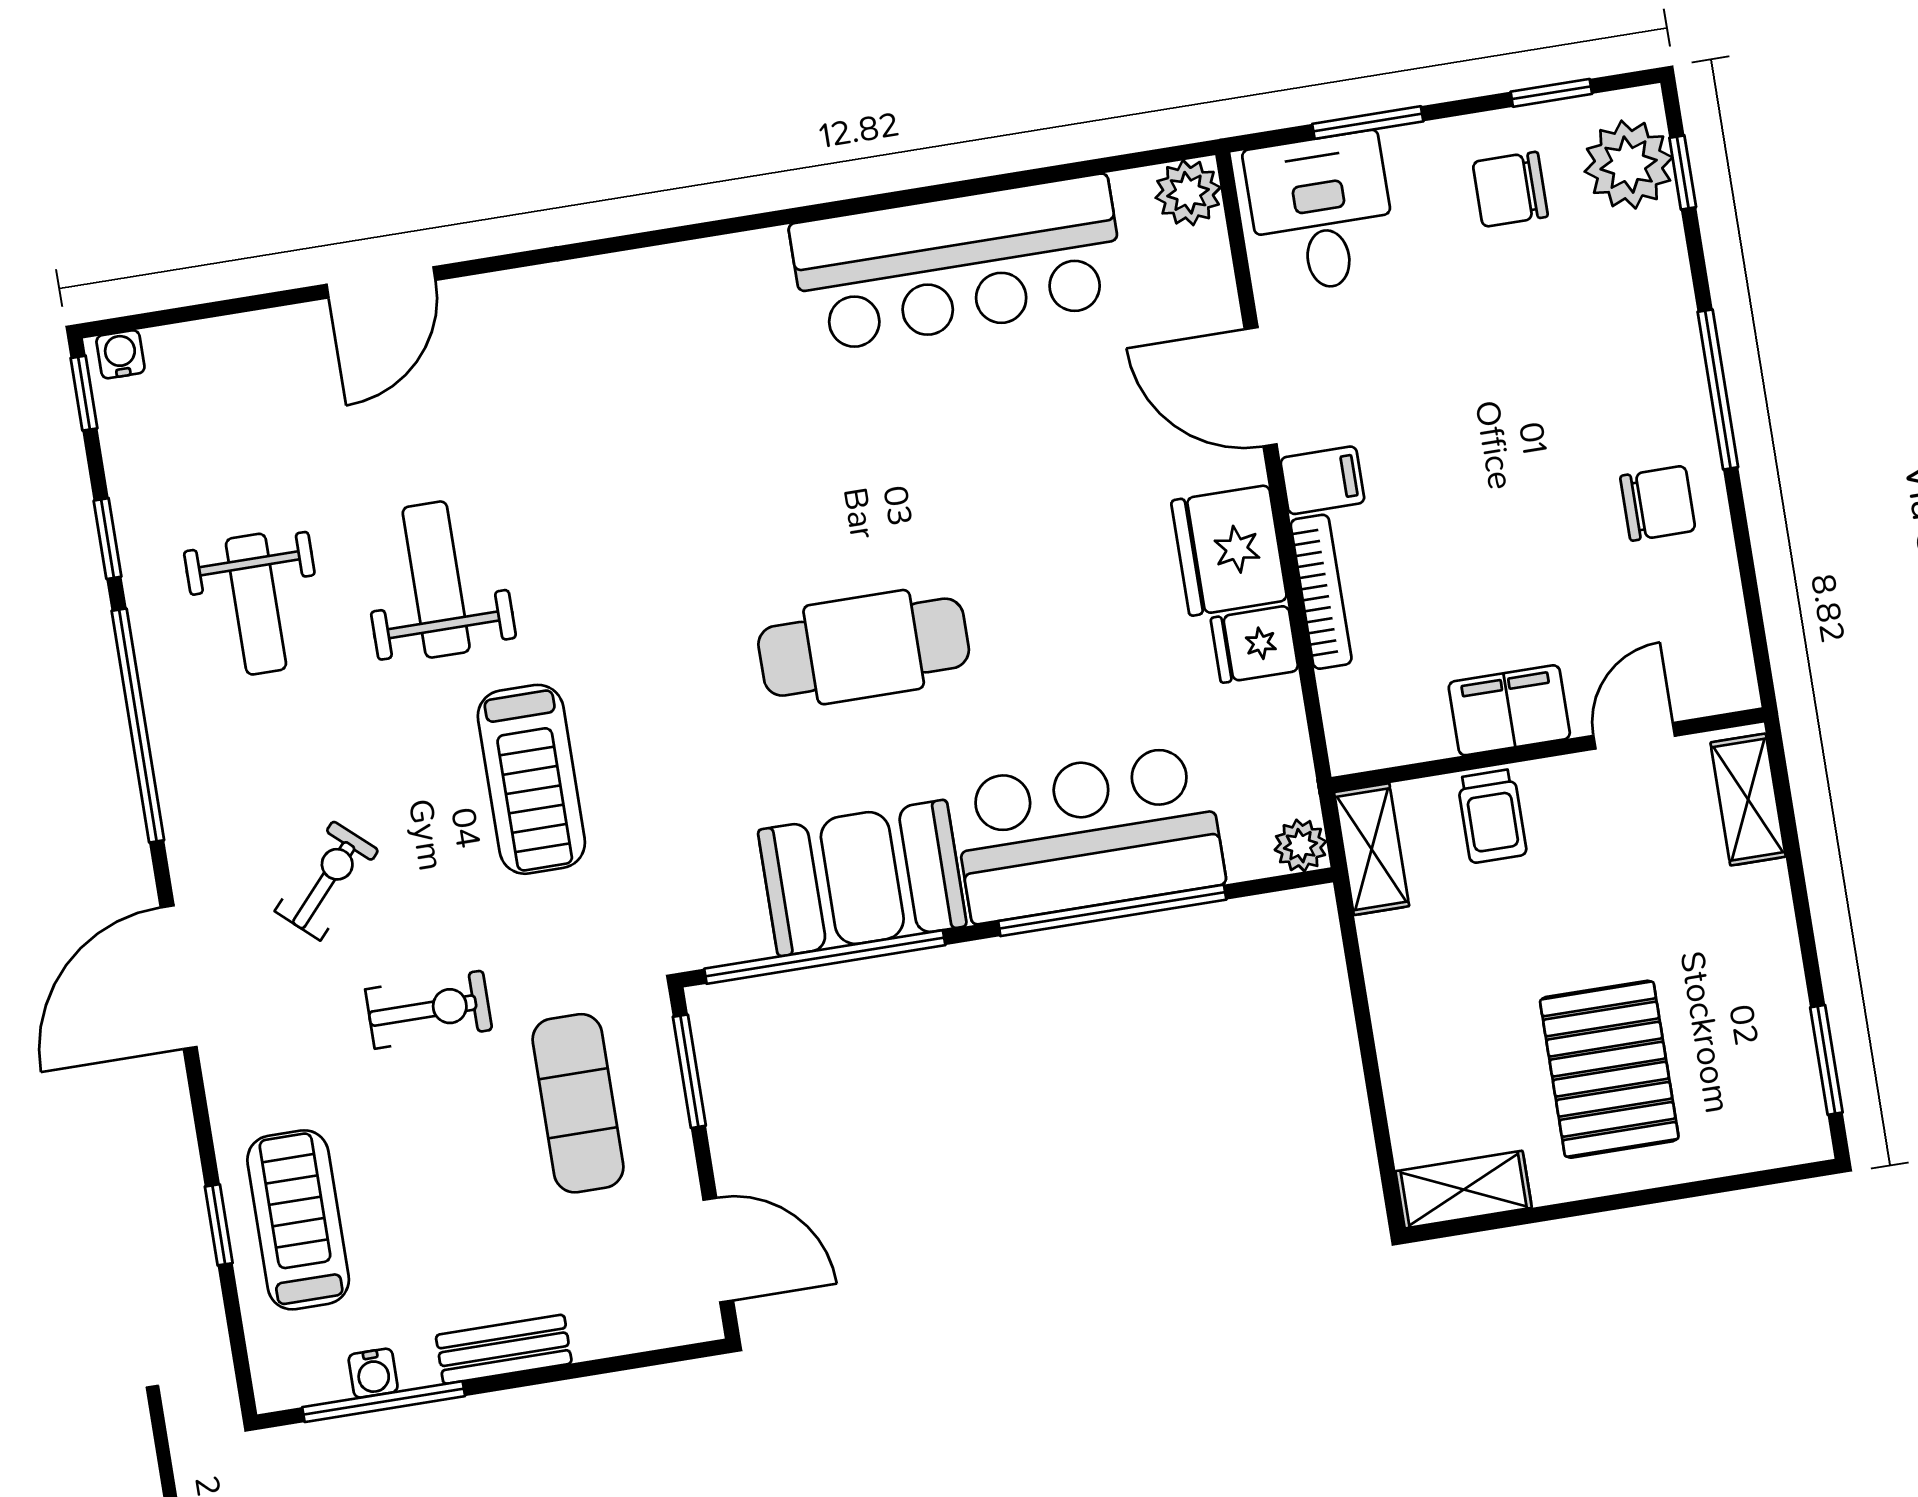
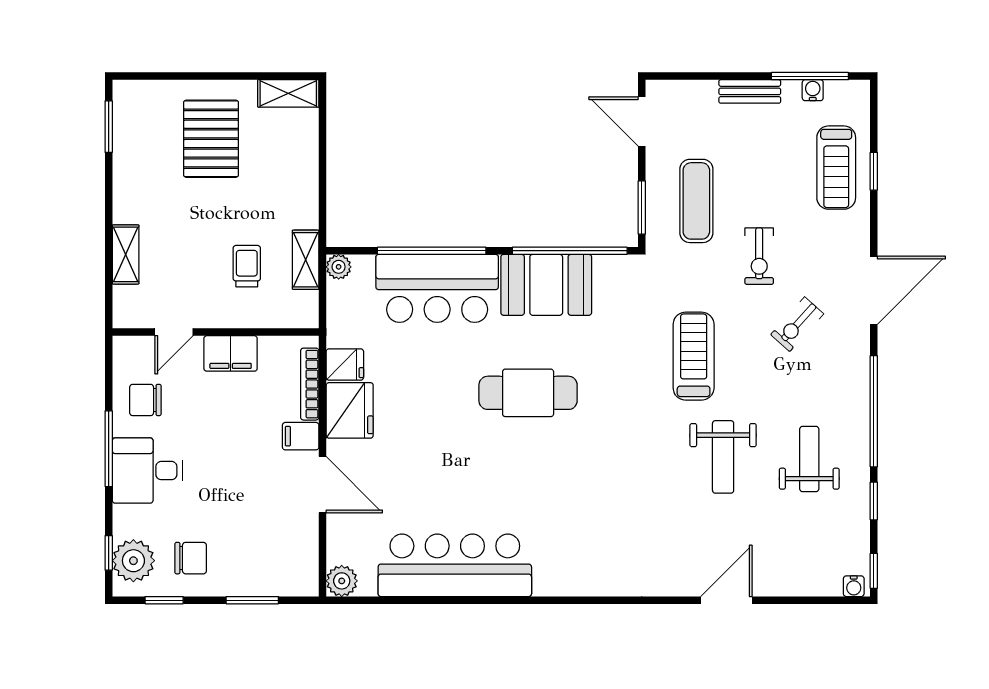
desk: (1321, 213) -> (147, 471), moved, turned 90
filing cabinet: (1509, 710) -> (231, 353), moved
door: (1634, 736) -> (174, 332), moved
wall: (1548, 750) -> (216, 332), moved
exercise bike: (429, 1010) -> (759, 256), turned -90

